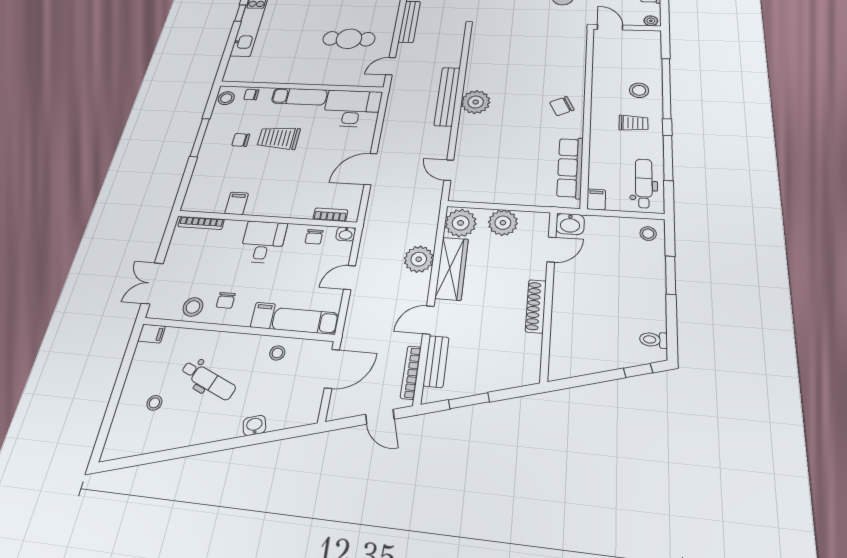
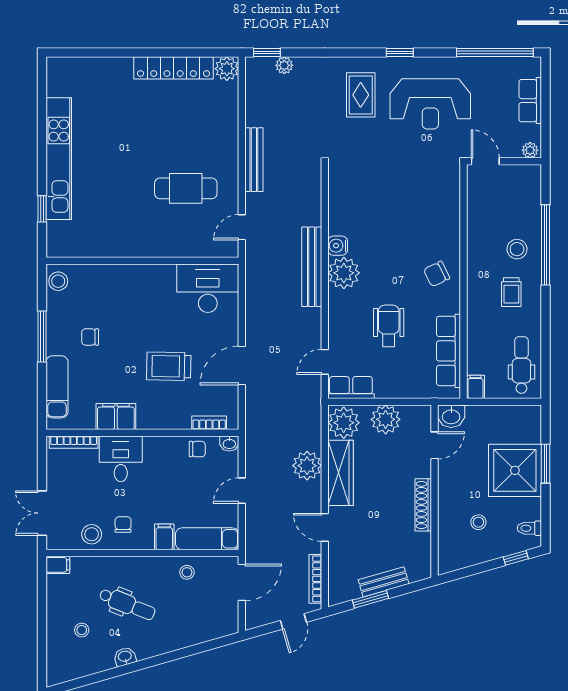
window: (240, 13) -> (42, 209), moved
water cooler: (473, 82) -> (338, 246), added
chair: (251, 95) -> (87, 275), removed
exam couch: (299, 96) -> (57, 387), moved, turned -90
trolley: (633, 123) -> (511, 292), turned 90
trolley: (279, 138) -> (169, 366), moved
wheelchair: (513, 144) -> (389, 326), added
window: (668, 158) -> (545, 333), removed
door: (449, 170) -> (325, 362), hinge flipped
row of seats: (471, 193) -> (351, 388), added
filing cabinet: (237, 203) -> (116, 416), width x2.00
stool: (648, 234) -> (478, 522), moved
chair: (314, 237) -> (197, 449), turned -90
desk: (263, 242) -> (121, 459), moved
shower: (637, 279) -> (515, 470), added
chair: (226, 300) -> (123, 525), turned 180
door: (428, 320) -> (325, 527), hinge flipped
bench: (436, 361) -> (384, 582), moved, turned 74
door: (380, 417) -> (293, 621), hinge flipped
washbasin: (254, 425) -> (125, 657), moved

